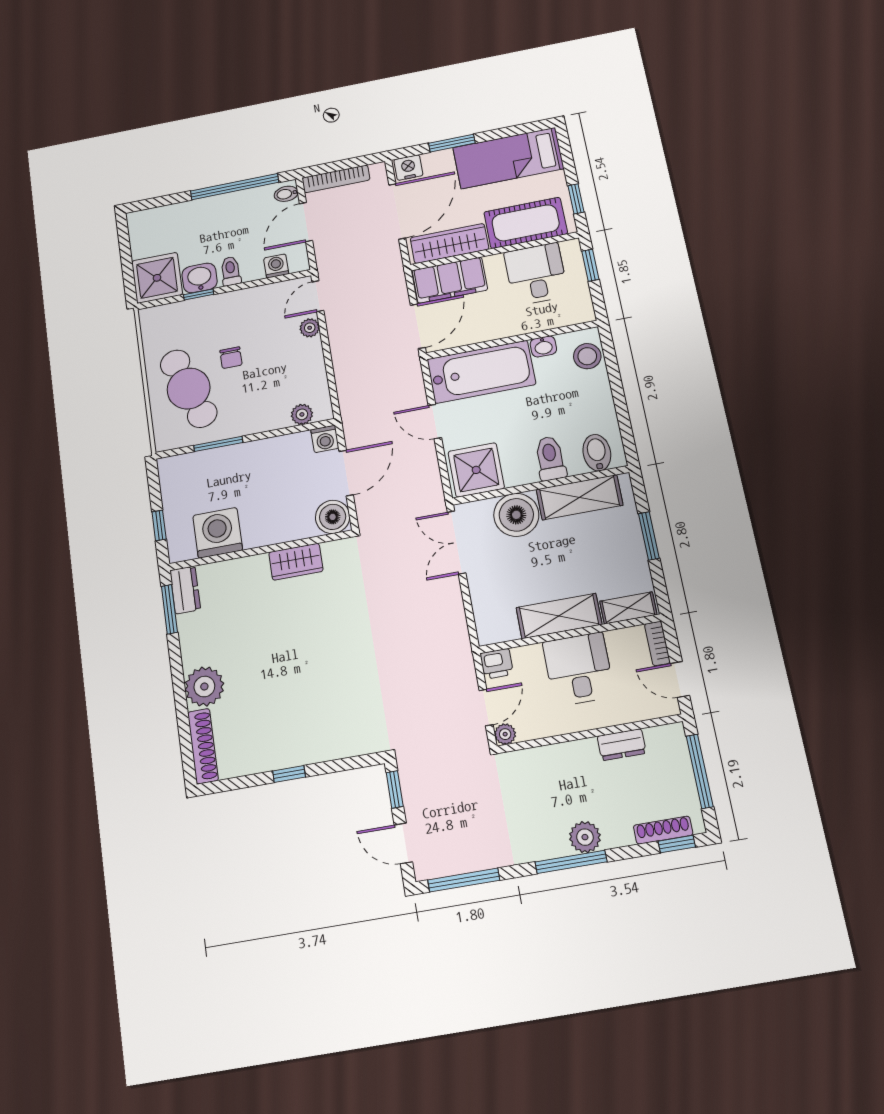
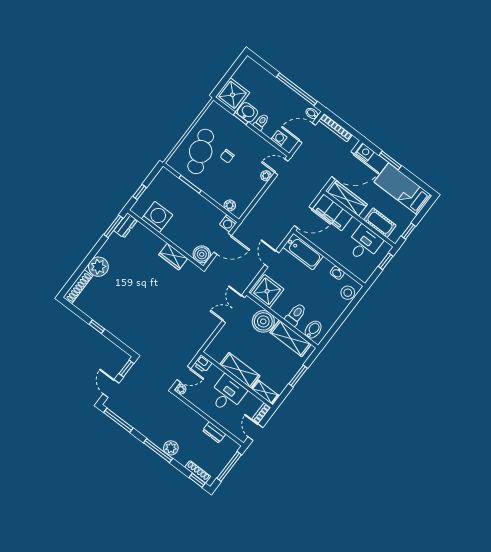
cot: (526, 223) -> (380, 223), width x0.73, depth x0.75
bathtub: (481, 372) -> (303, 252), width x0.73, depth x0.73

